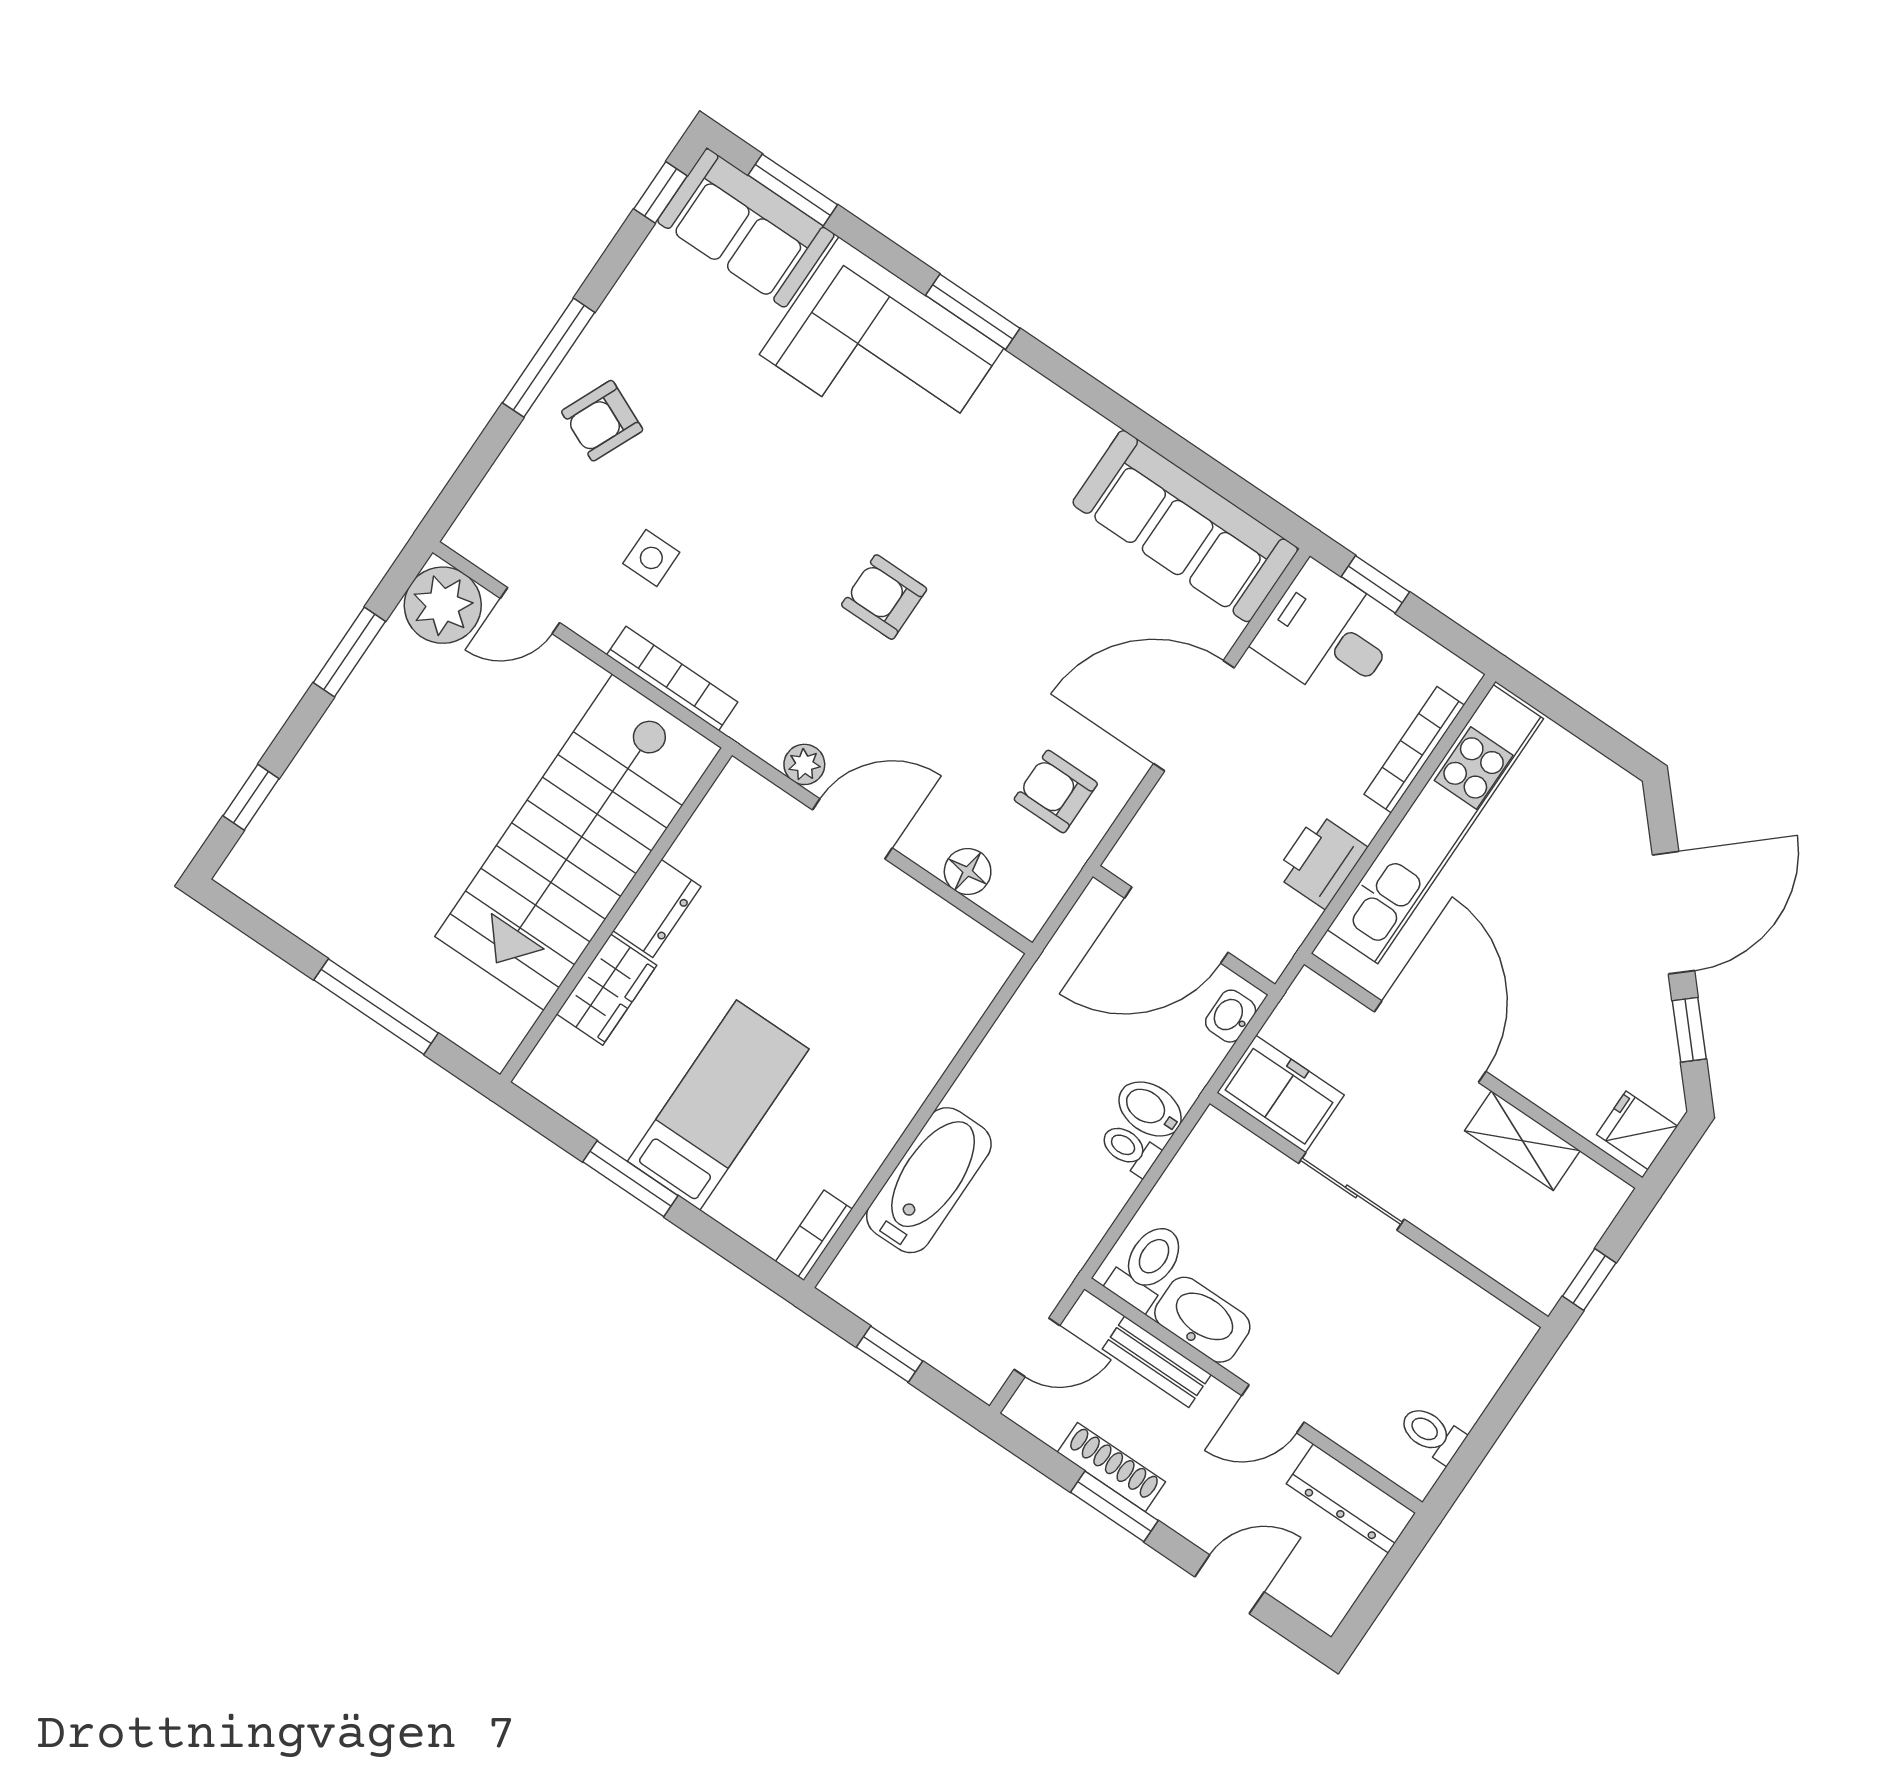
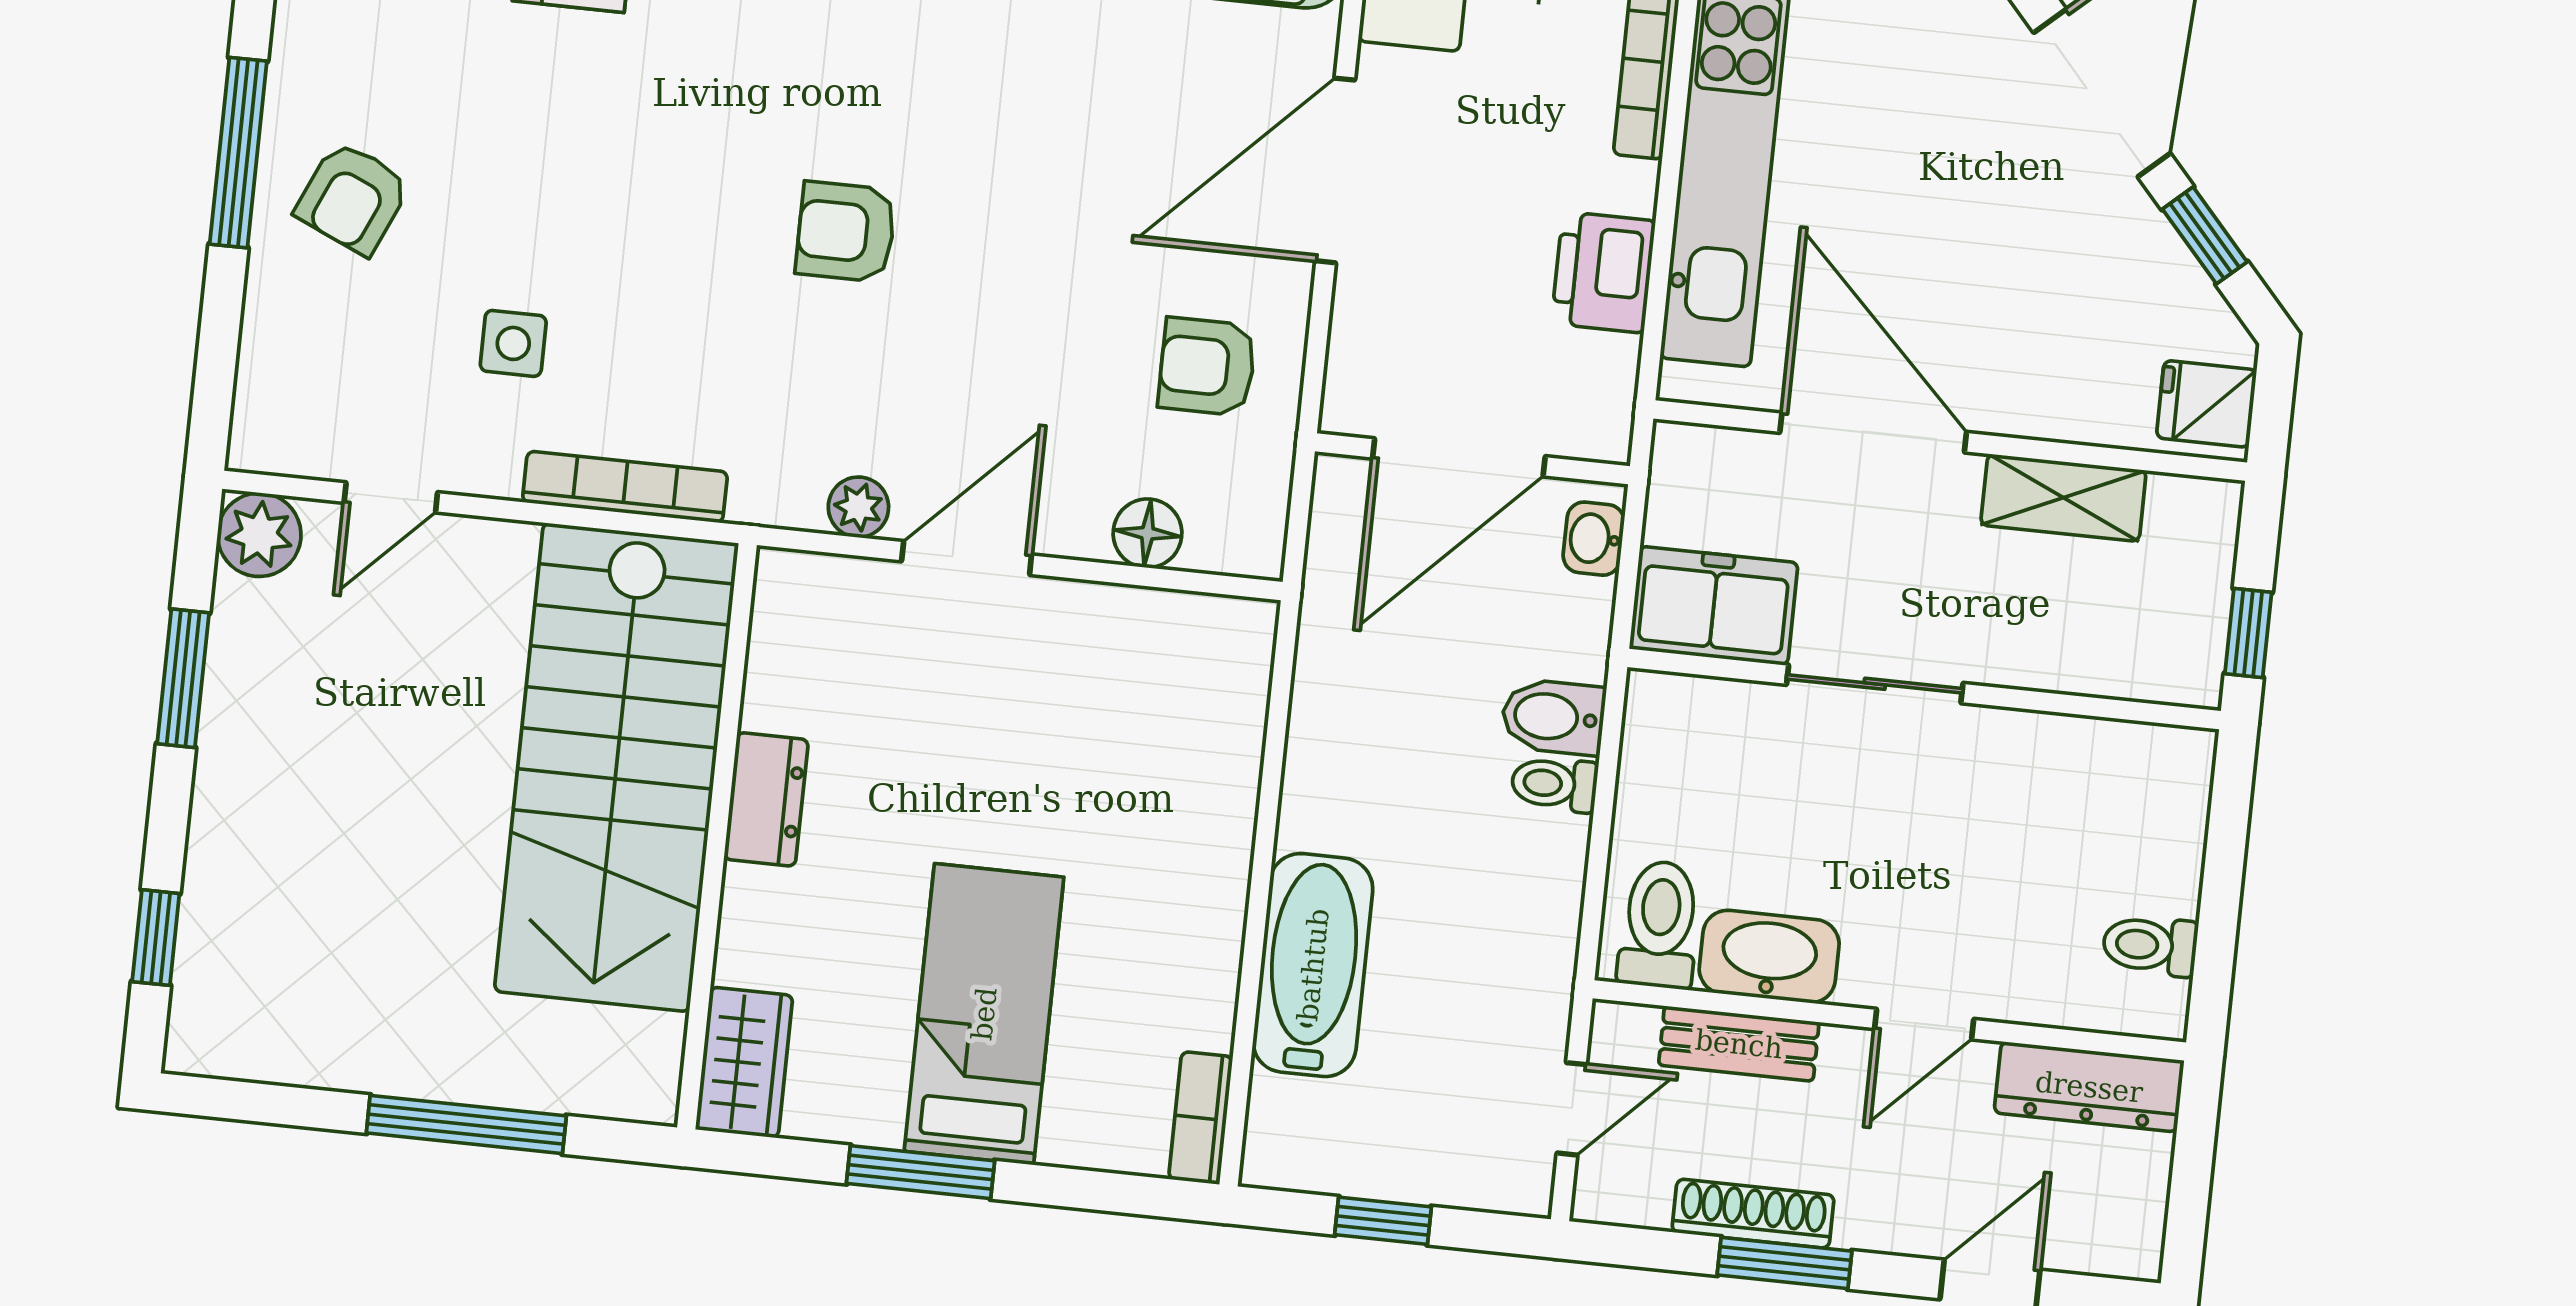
plant: (443, 605) -> (259, 535), width x0.73, depth x0.73
wardrobe: (607, 990) -> (744, 1062), moved

